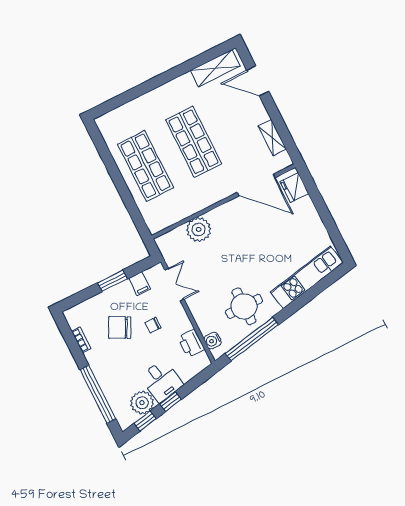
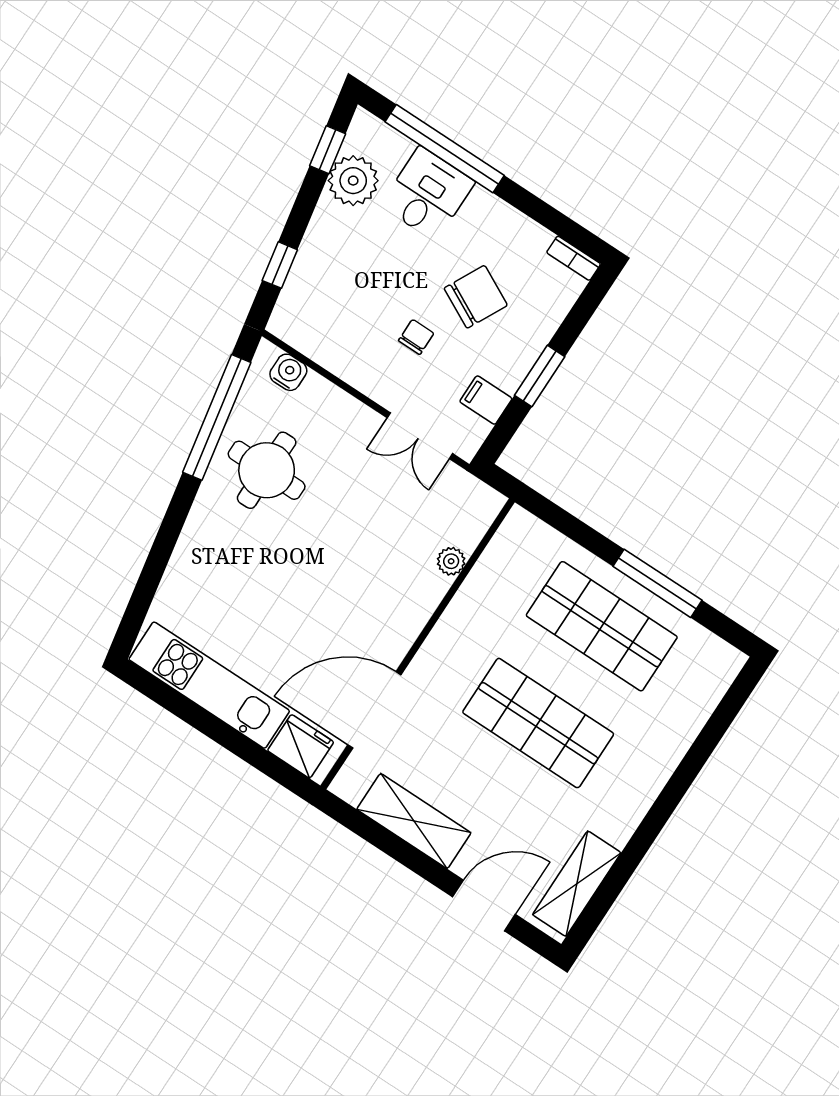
shelving: (272, 138) -> (414, 821), width x1.50, depth x1.33
window: (113, 170) -> (657, 583), added
plant: (199, 229) -> (451, 561), width x0.53, depth x0.53
kitchen unit: (307, 277) -> (209, 685), moved, turned -79
bookcase: (81, 340) -> (574, 258), moved
printer: (191, 343) -> (325, 345), removed
desk: (161, 381) -> (428, 194), moved, turned 101
window: (170, 402) -> (280, 265), moved

